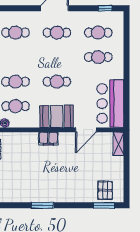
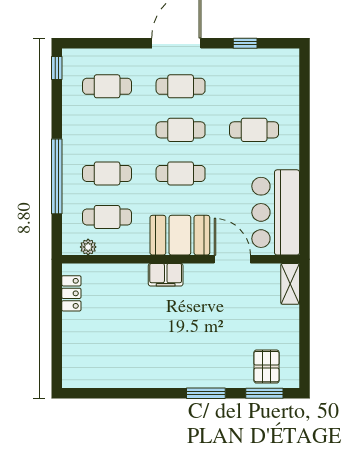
window: (105, 8) -> (245, 43), moved
cafe table: (98, 33) -> (181, 130), moved
door: (86, 130) -> (232, 259), swing flipped
window: (43, 205) -> (206, 393), moved

